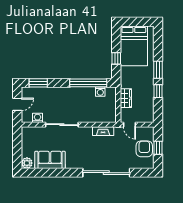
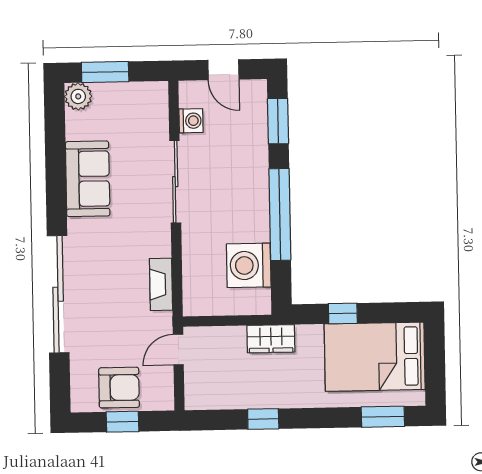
window: (158, 70) -> (383, 417), moved
window: (88, 83) -> (280, 214), moved
washing machine: (100, 92) -> (249, 265), width x1.89, depth x1.89
wardrobe: (126, 98) -> (271, 339), moved
window: (17, 152) -> (105, 72), added
sofa: (50, 160) -> (88, 179), moved

